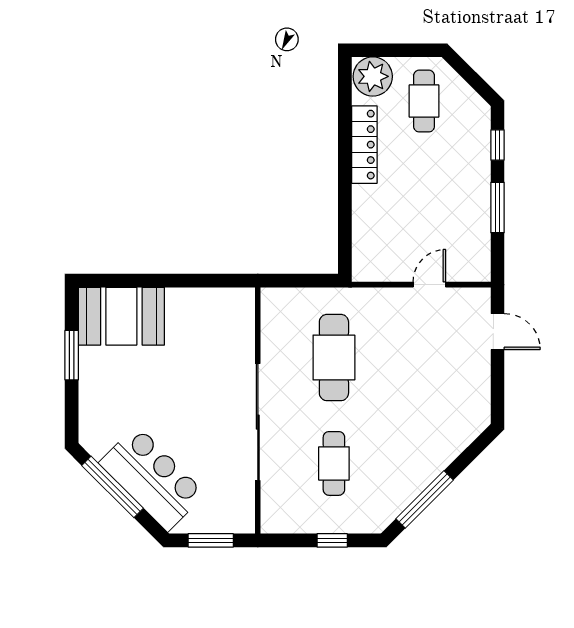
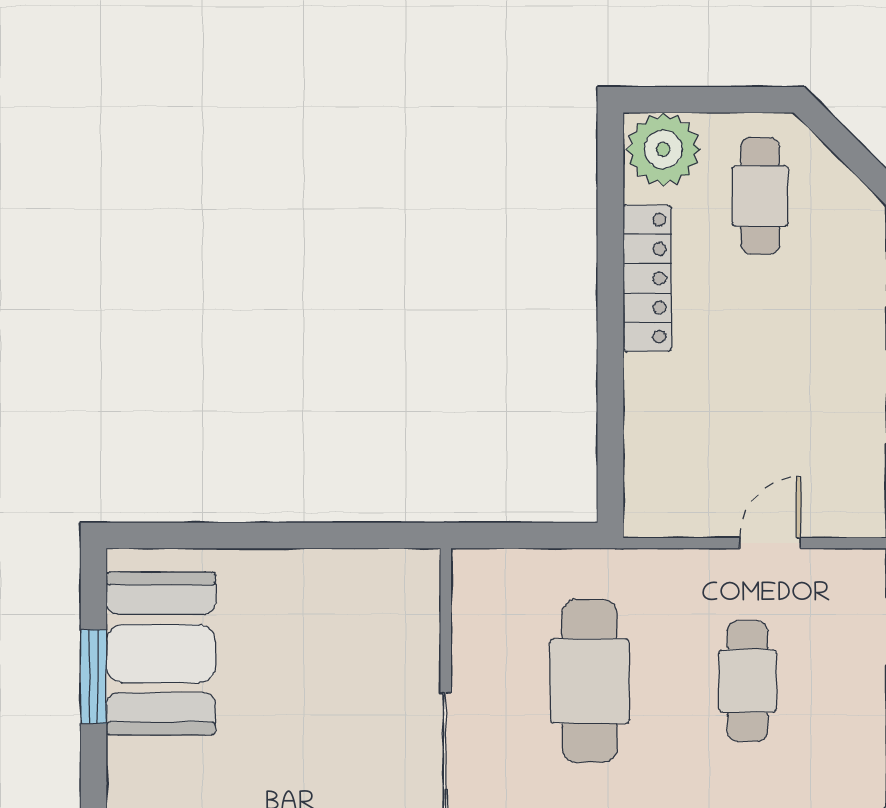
booth: (121, 316) -> (161, 654), moved, turned 90
cafe table: (417, 358) -> (748, 681), added

